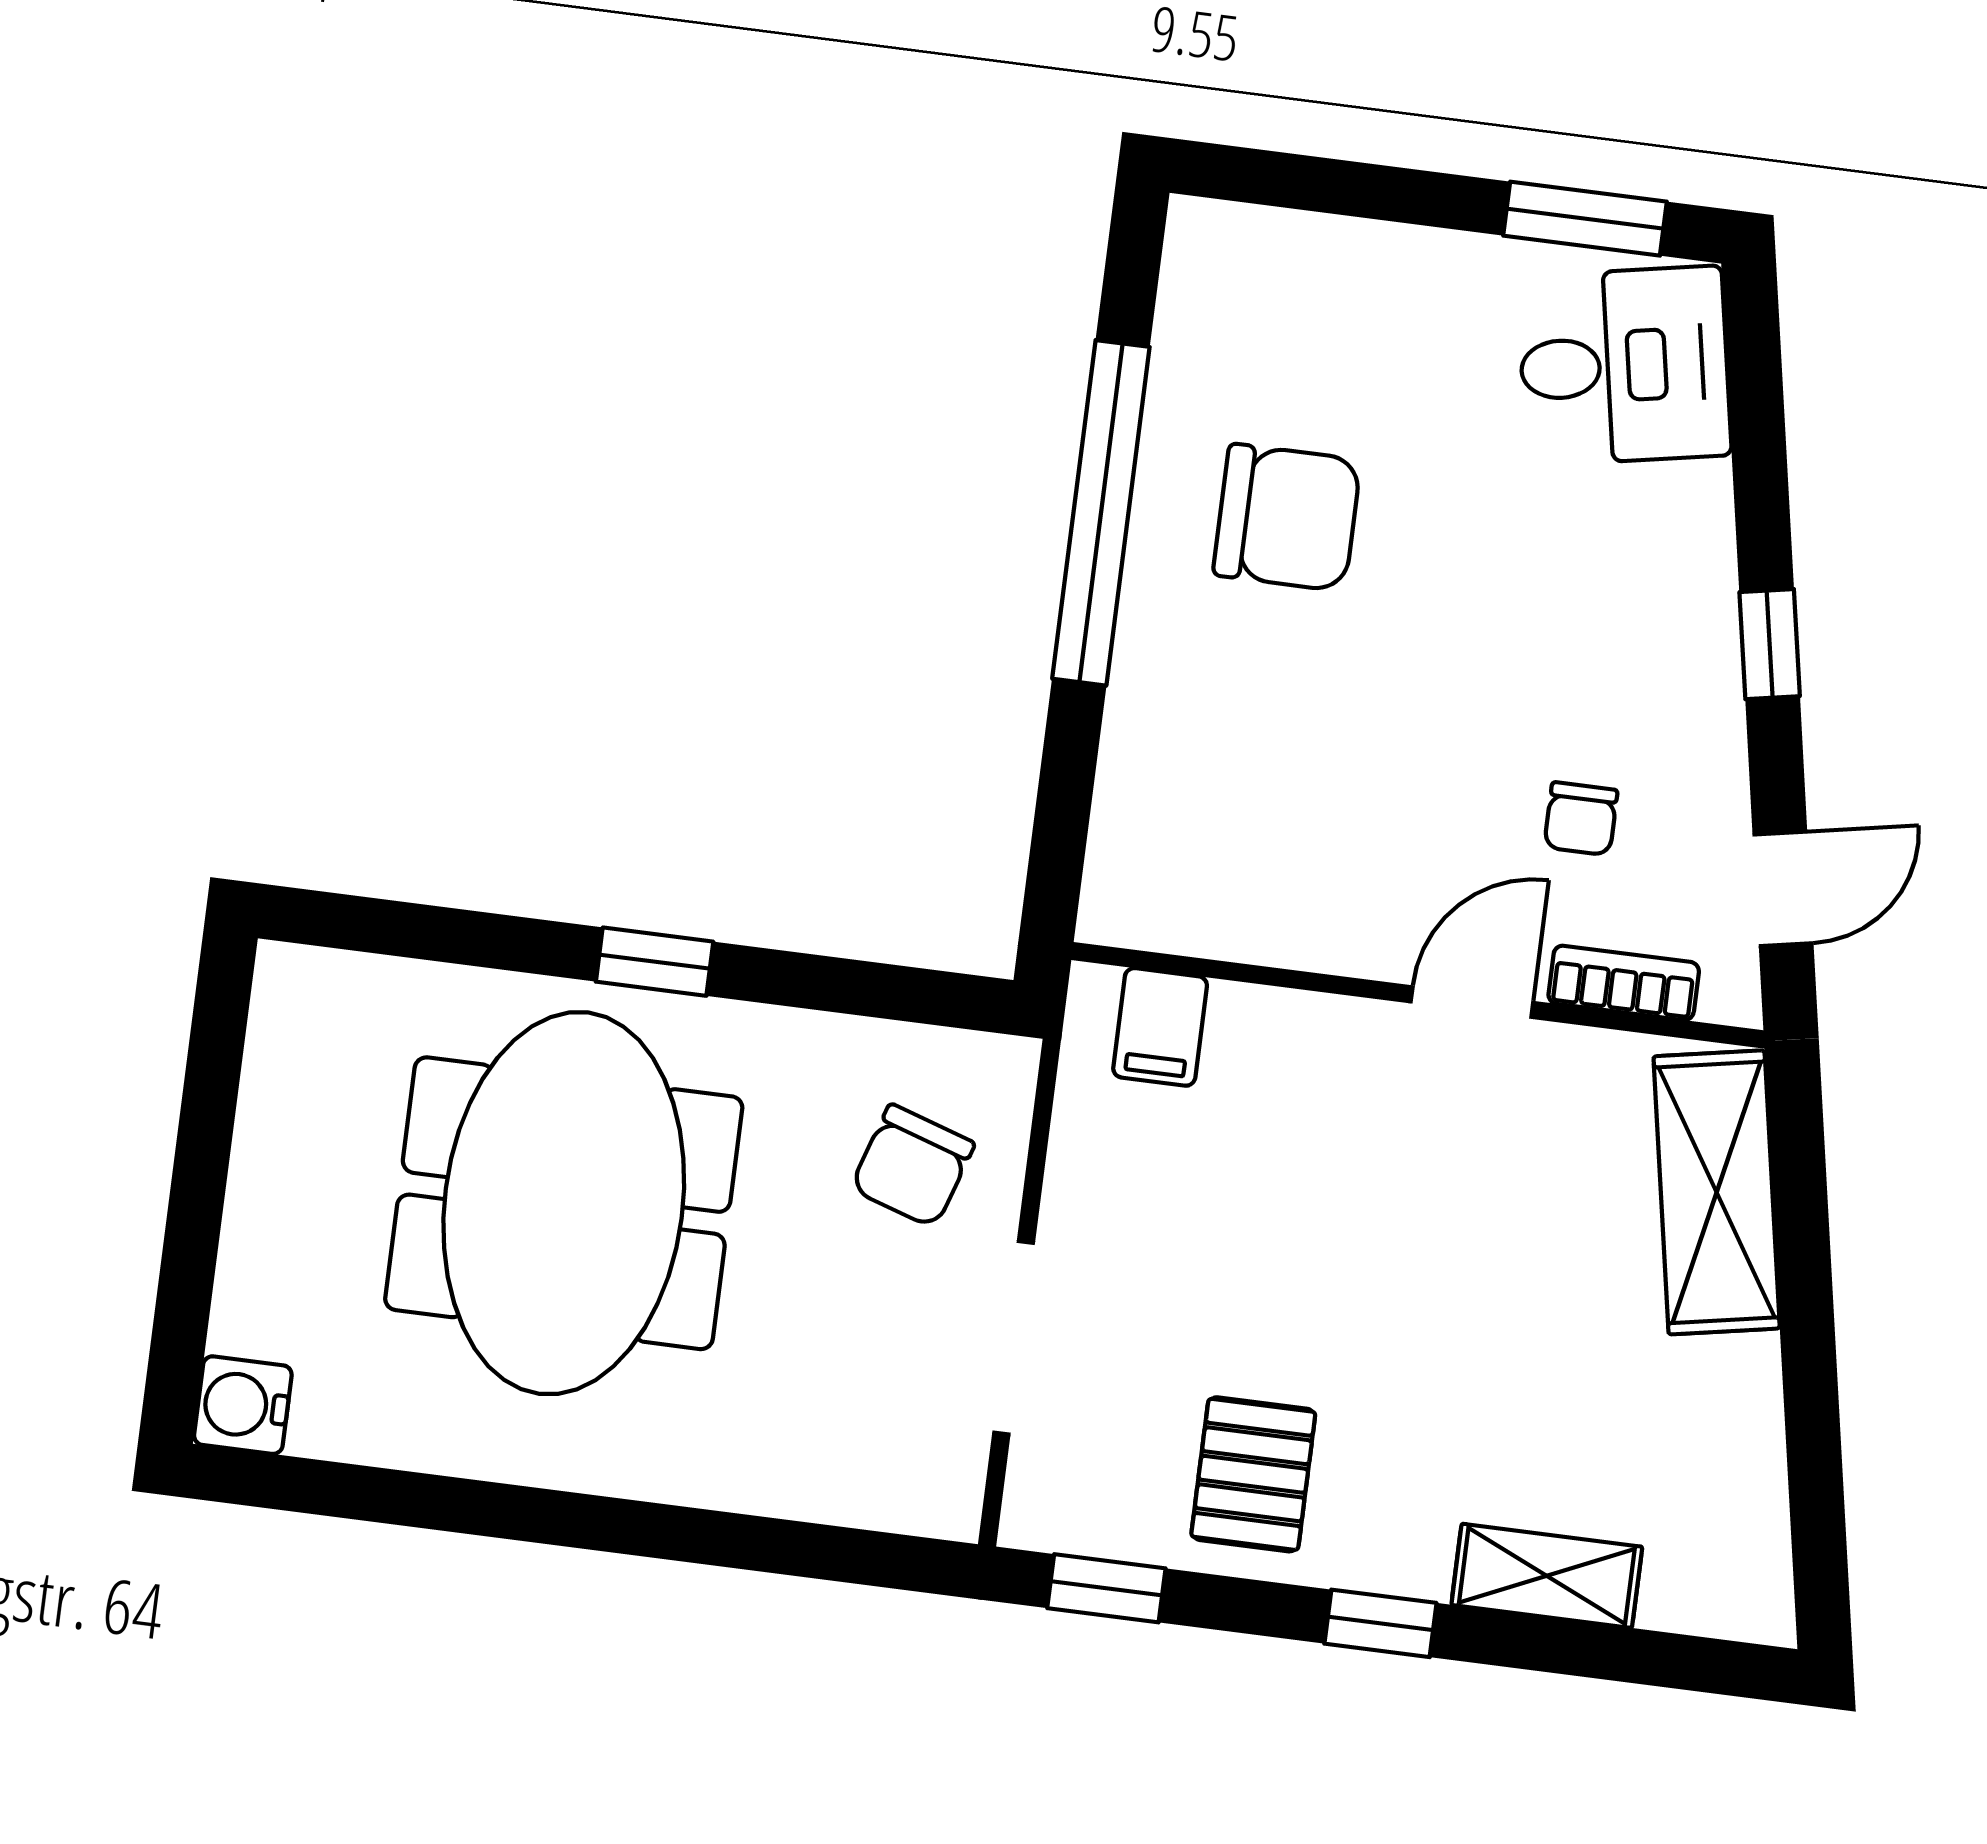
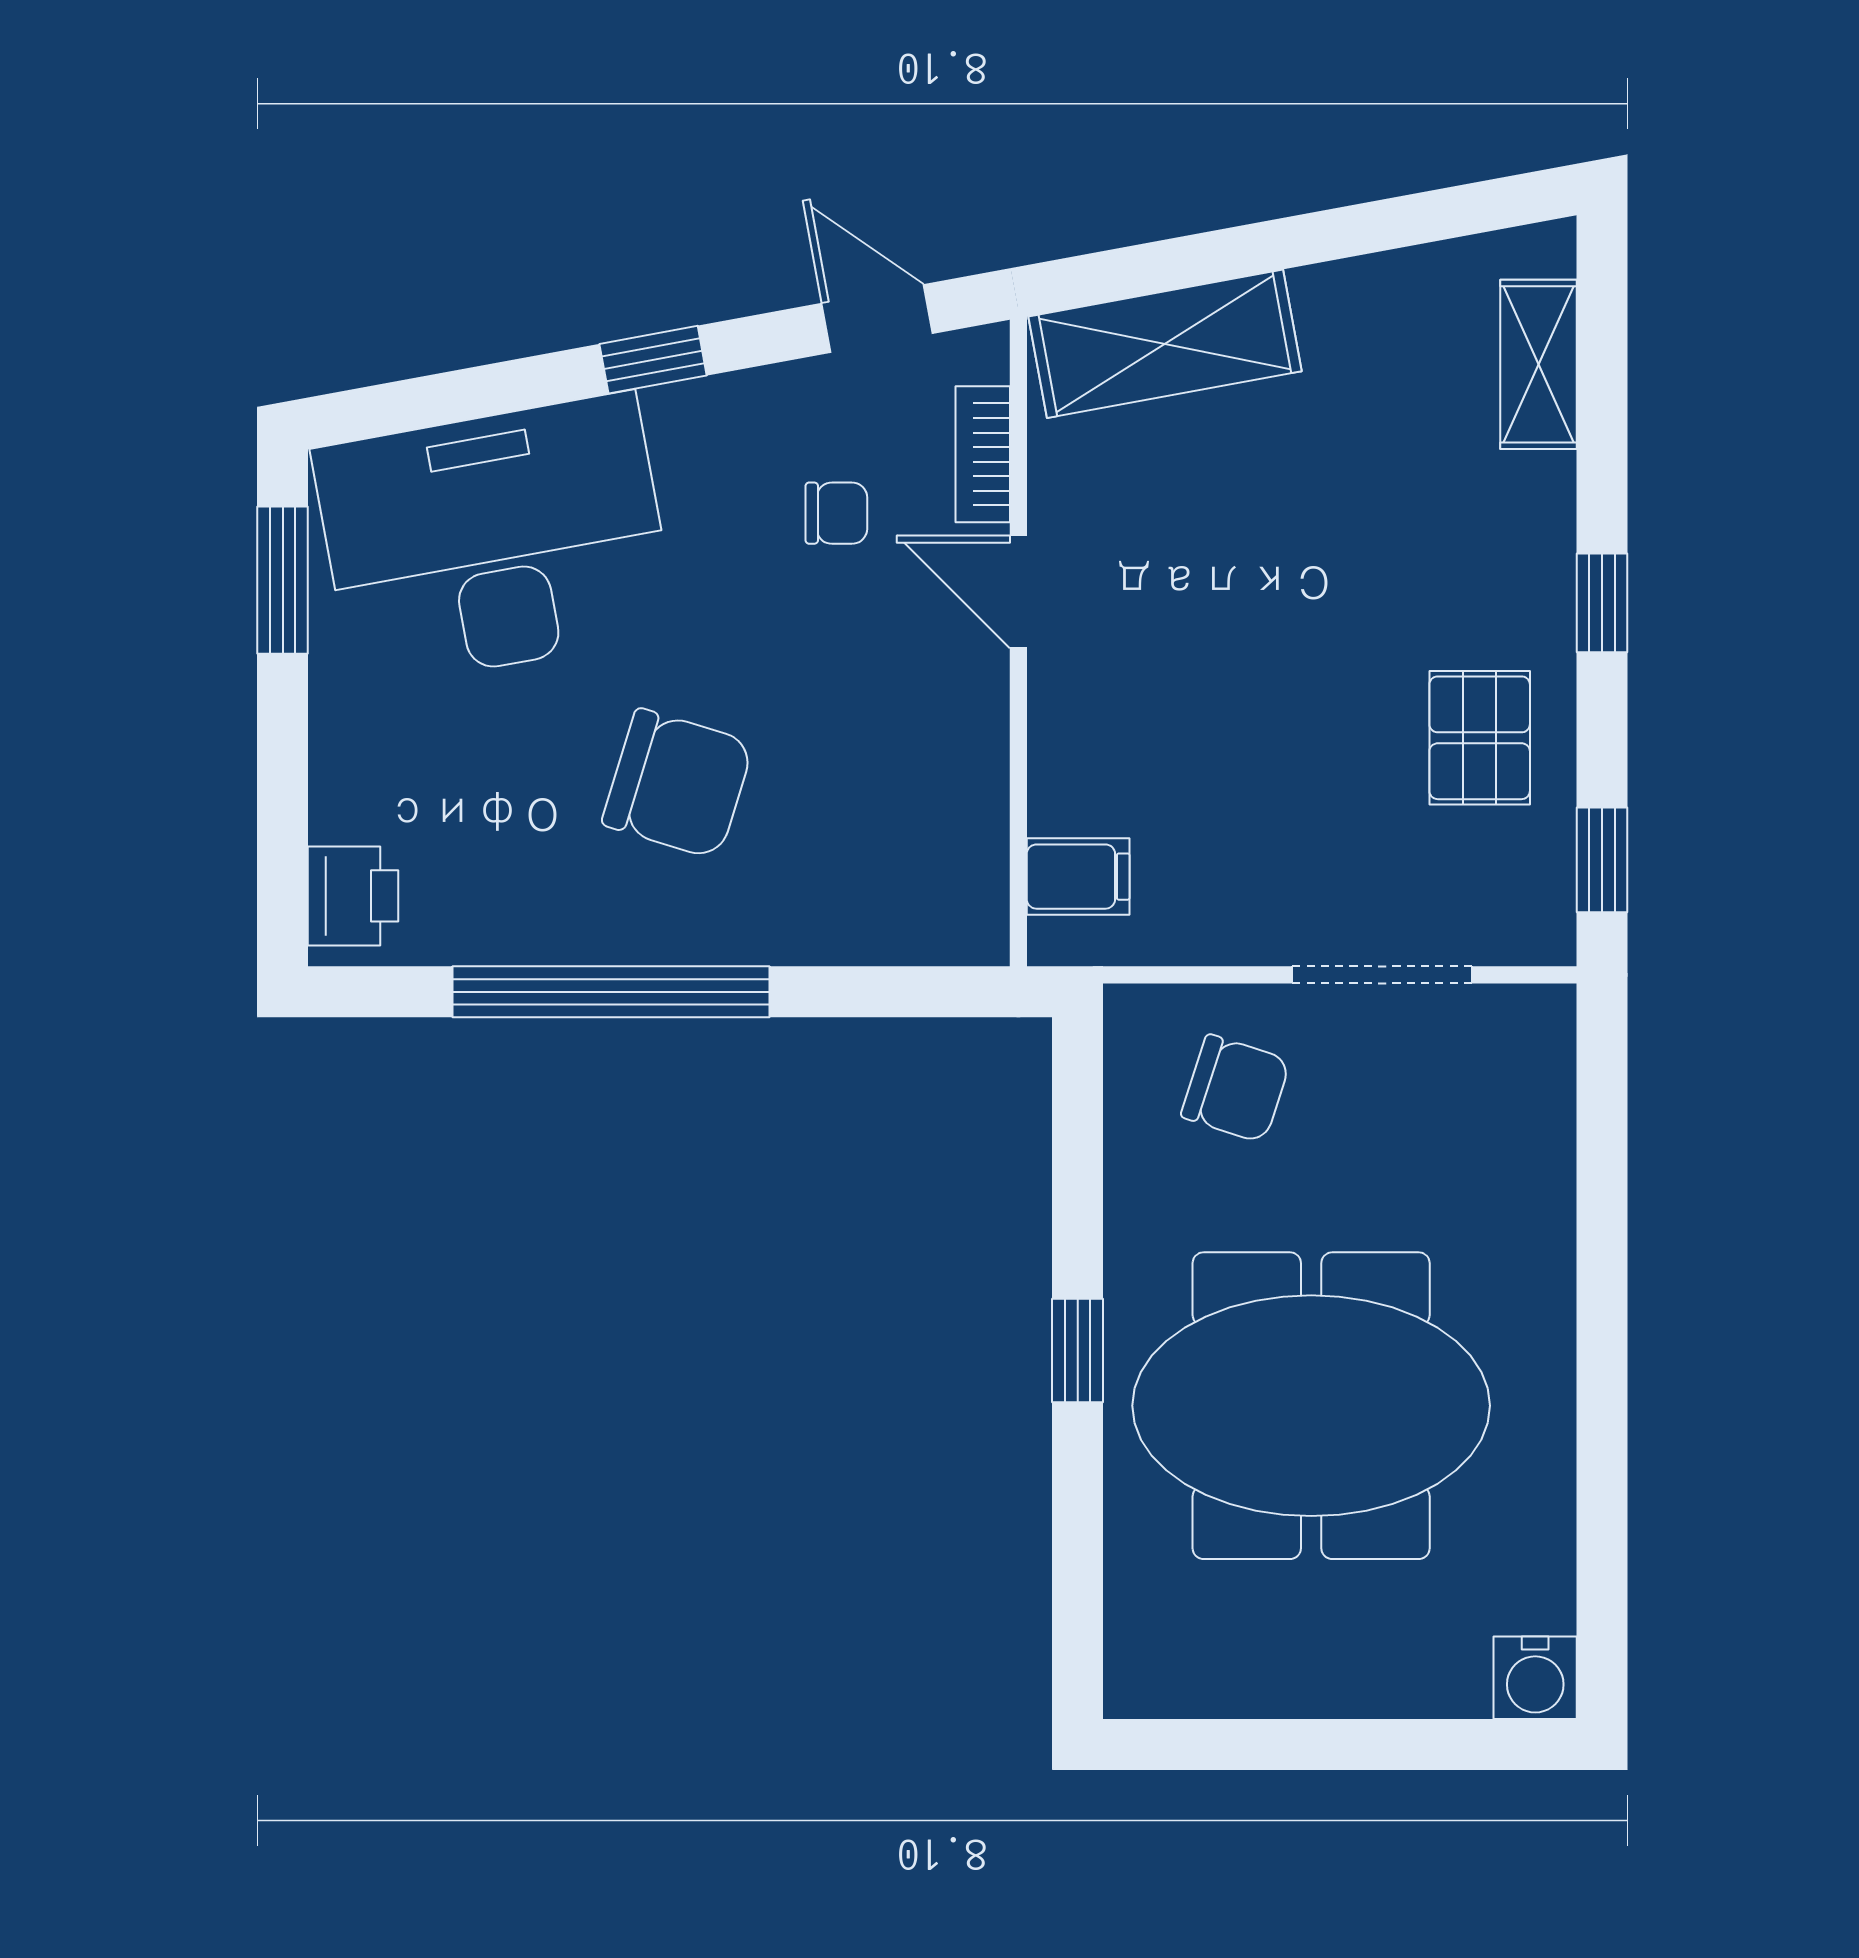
printer: (1239, 251) -> (353, 896), added
desk: (1624, 366) -> (495, 541), width x1.87, depth x1.30
chair: (1287, 517) -> (678, 784), moved, turned 107
pallet: (1253, 1474) -> (1480, 738), turned 90
shelving: (1547, 1576) -> (1539, 364), moved

